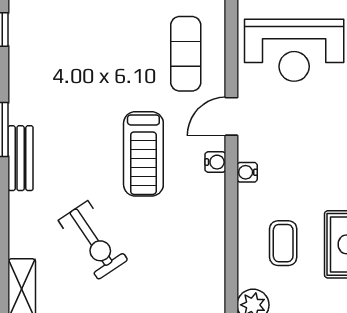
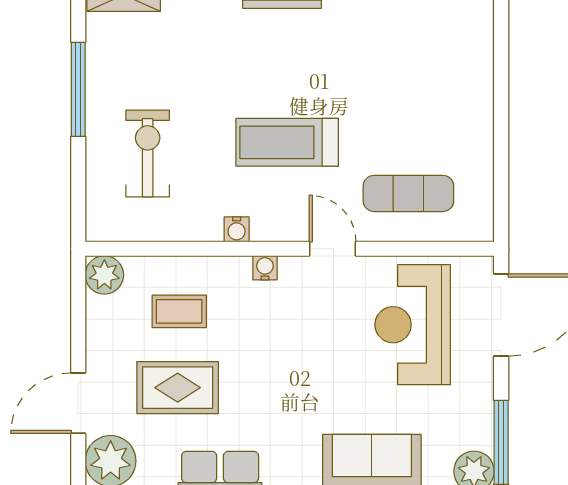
water cooler: (215, 162) -> (237, 229), moved
exercise bike: (93, 240) -> (148, 153), moved, turned 124

